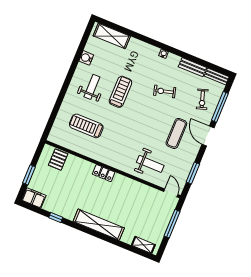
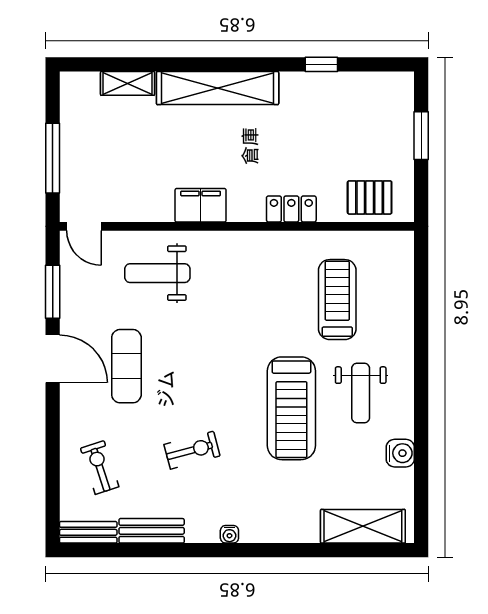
treadmill: (120, 92) -> (291, 408), width x1.37, depth x1.38
window: (220, 107) -> (53, 466), removed
treadmill: (86, 126) -> (337, 300), turned -90
door: (208, 136) -> (53, 359), moved
pallet: (58, 160) -> (370, 197), turned 90
locker: (104, 173) -> (291, 209), moved
filing cabinet: (34, 198) -> (201, 205), moved, turned 180
shelving: (143, 245) -> (128, 83), moved

